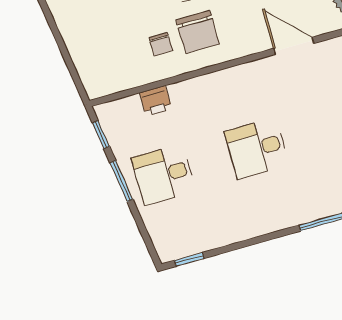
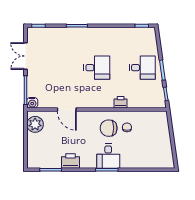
chair: (198, 32) -> (109, 128), turned -90
printer: (156, 101) -> (121, 102), moved

